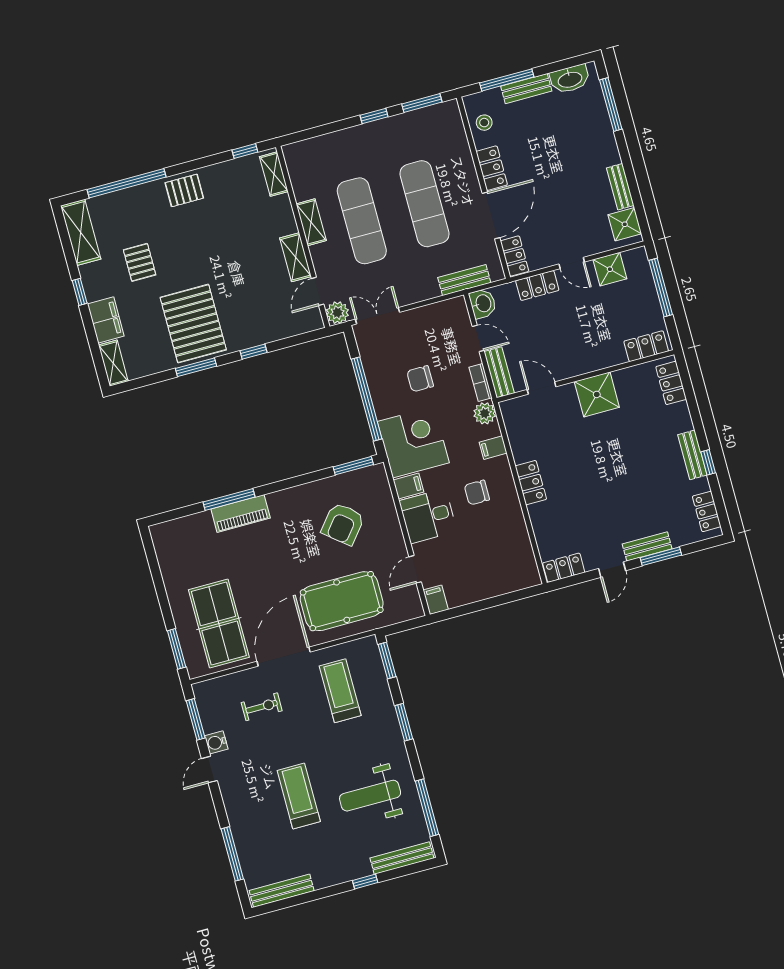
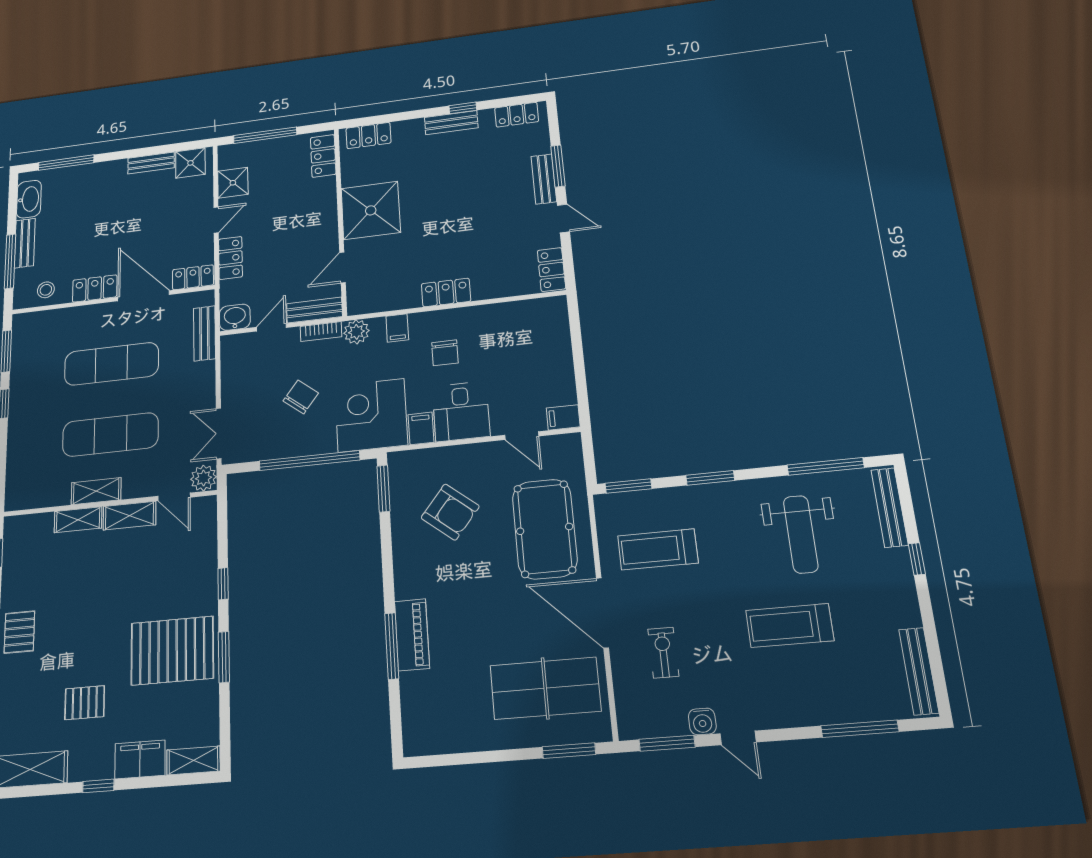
shelving: (274, 174) -> (78, 520), moved
chair: (420, 379) -> (301, 397), turned -142
shower: (597, 394) -> (371, 210), width x1.37, depth x1.37

